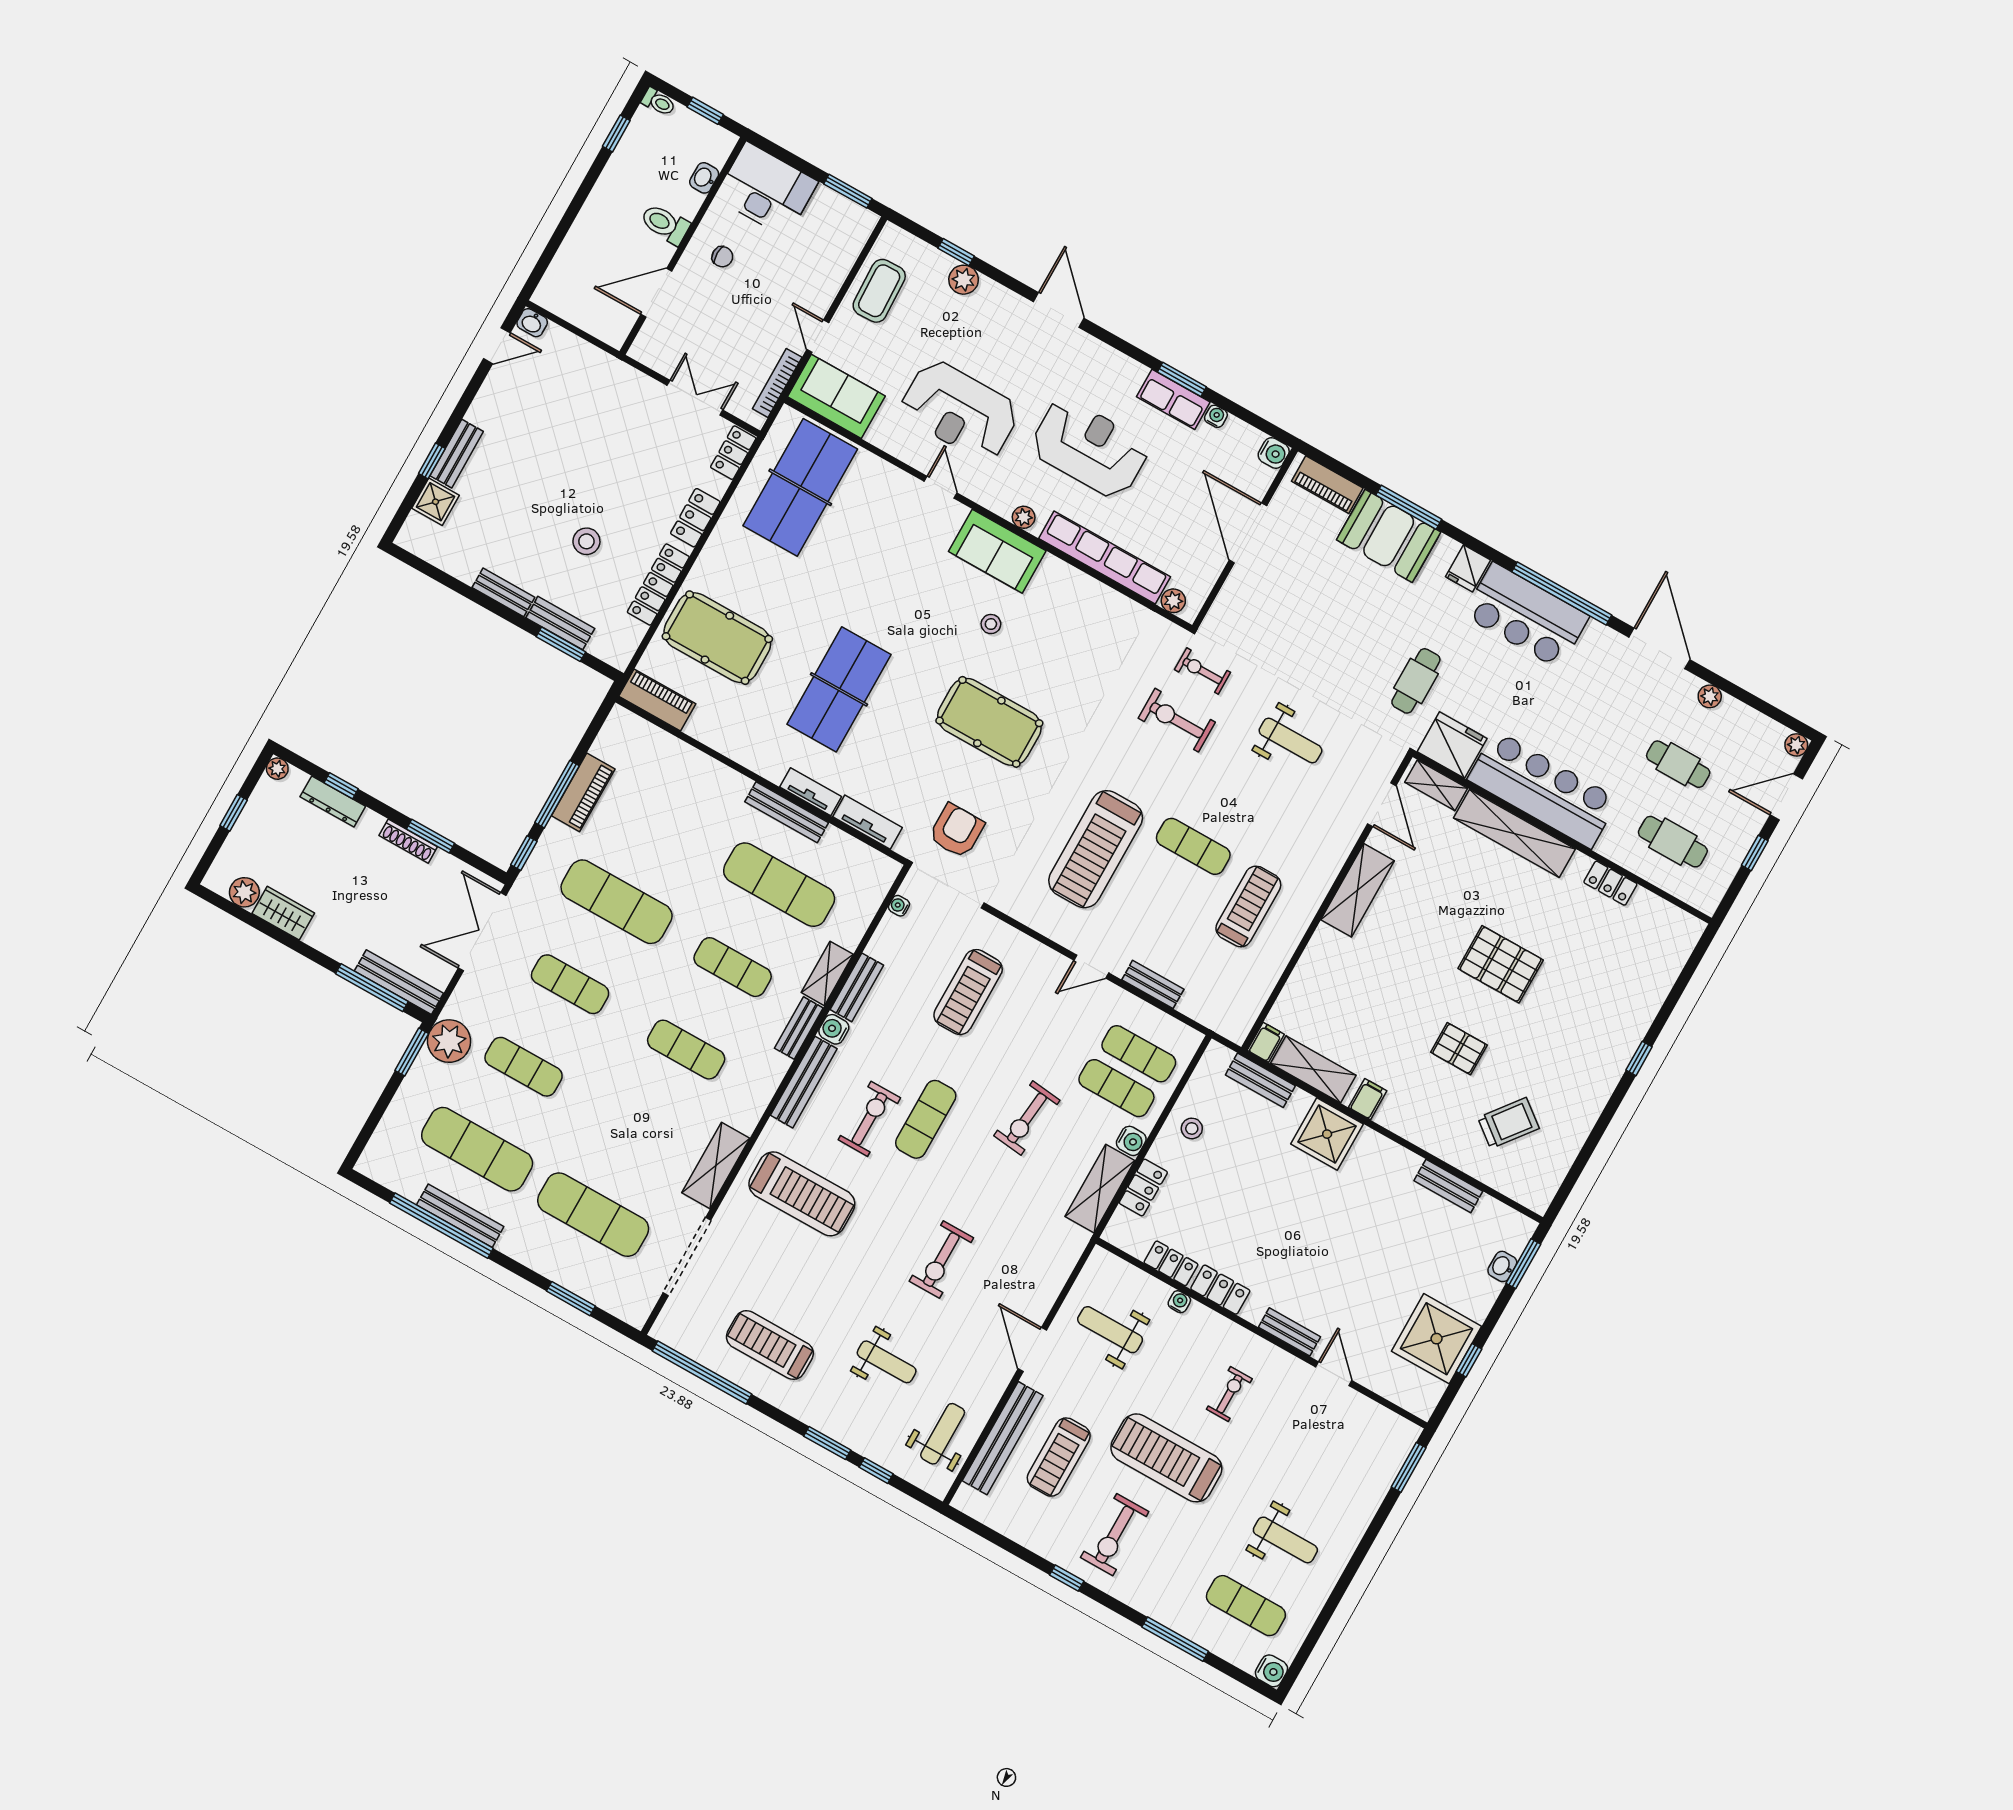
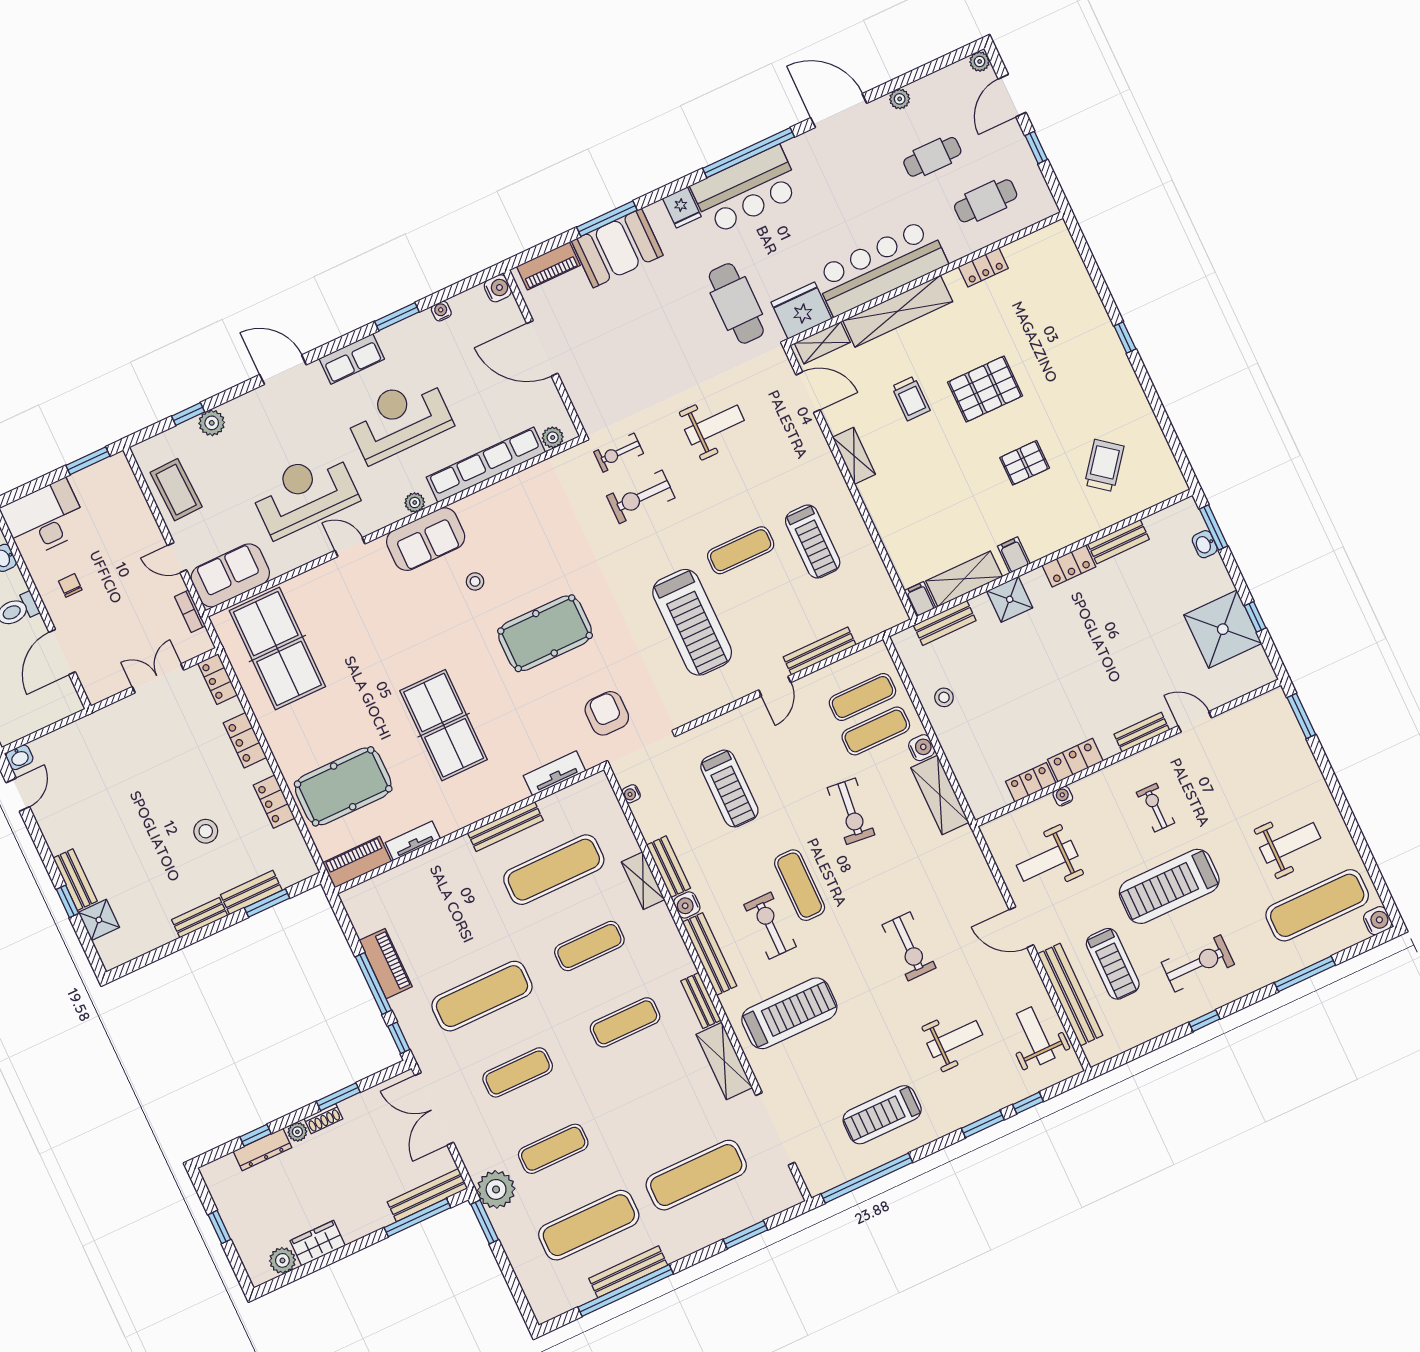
chair: (722, 257) -> (70, 585), turned -90
bookcase: (777, 383) -> (190, 611), width x0.64
row of seats: (1173, 399) -> (352, 359), moved
reception desk: (960, 411) -> (304, 494), turned 180
locker: (658, 585) -> (274, 802), width x0.66
cafe table: (1416, 681) -> (736, 303), width x1.37, depth x1.35
plant: (277, 769) -> (297, 1132), moved
tv unit: (811, 792) -> (413, 841), moved
shoe rack: (408, 841) -> (323, 1119), width x0.70
shelving: (1358, 890) -> (854, 456), width x0.67, depth x0.75
trolley: (1443, 903) -> (911, 398), added
treadmill: (1248, 906) -> (813, 541), turned 180
bench: (1153, 984) -> (820, 651), width x1.36
bench: (799, 1028) -> (701, 1001), moved
shower: (1327, 1134) -> (1010, 599), width x0.73, depth x0.73
locker: (1143, 1188) -> (1069, 566), moved, turned 90
exercise bike: (1115, 1535) -> (1198, 963), turned -90
exercise mat: (1246, 1606) -> (1317, 905), width x1.36, depth x1.45

